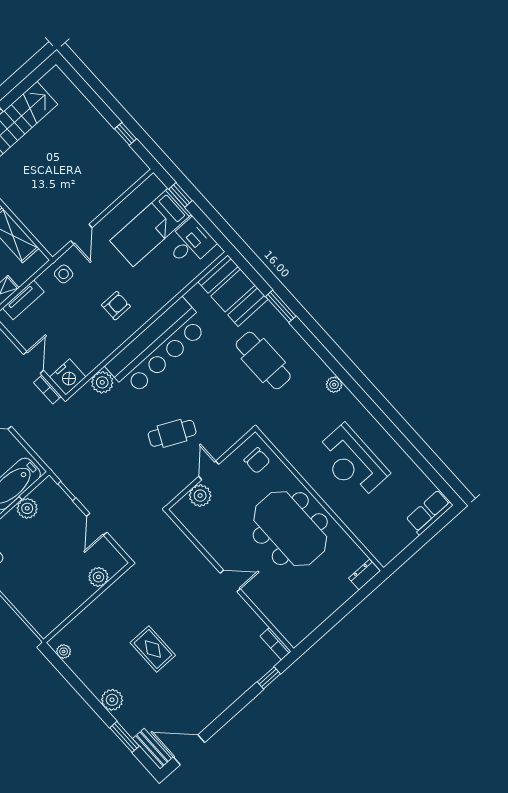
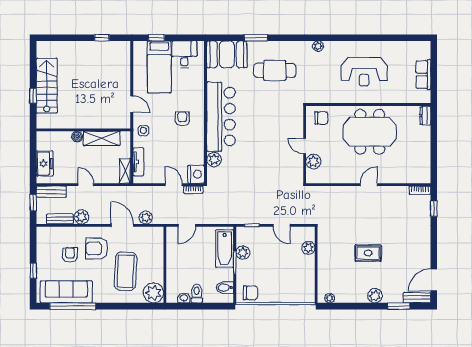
cafe table: (172, 433) -> (270, 148), removed
row of seats: (429, 512) -> (423, 75), moved

